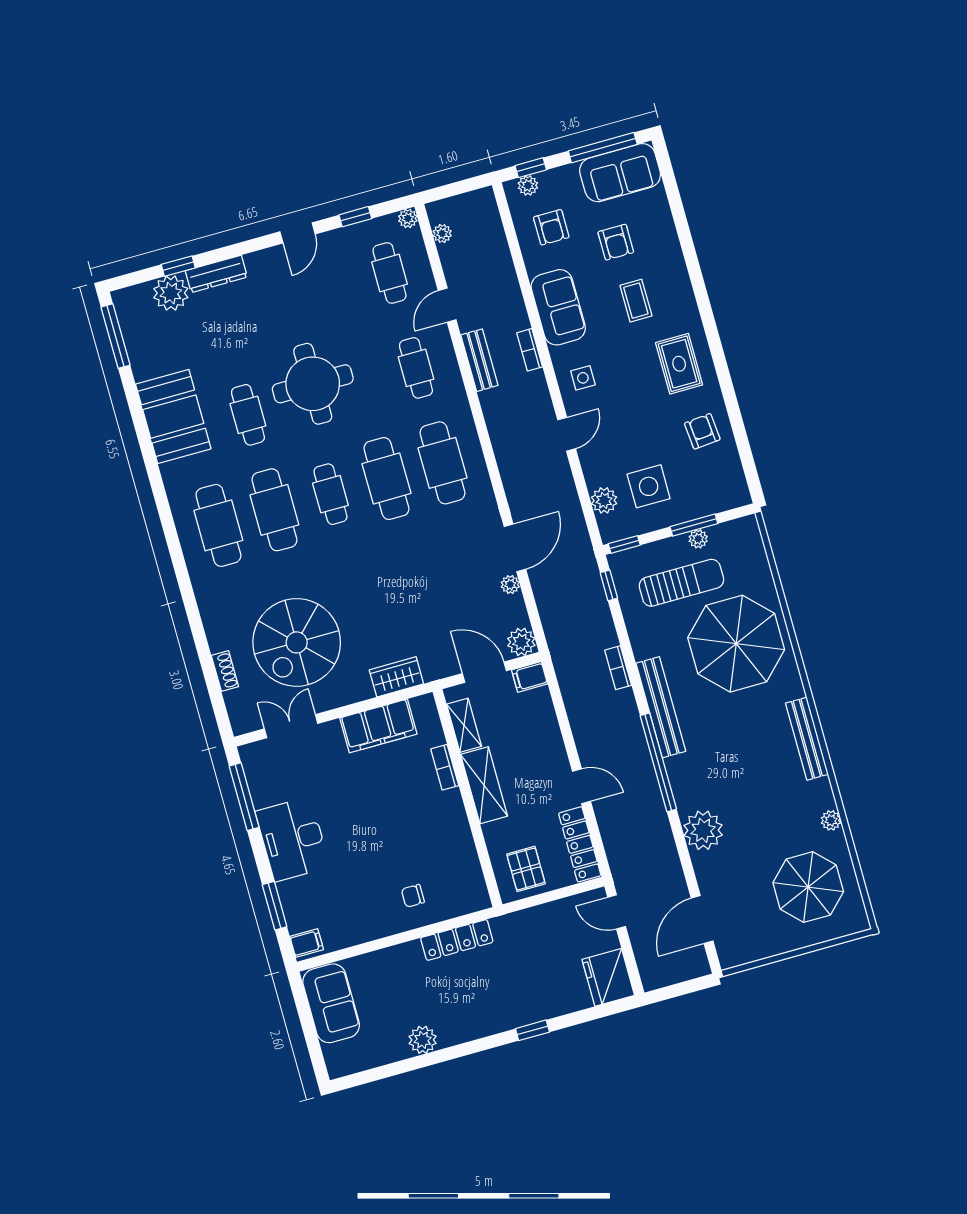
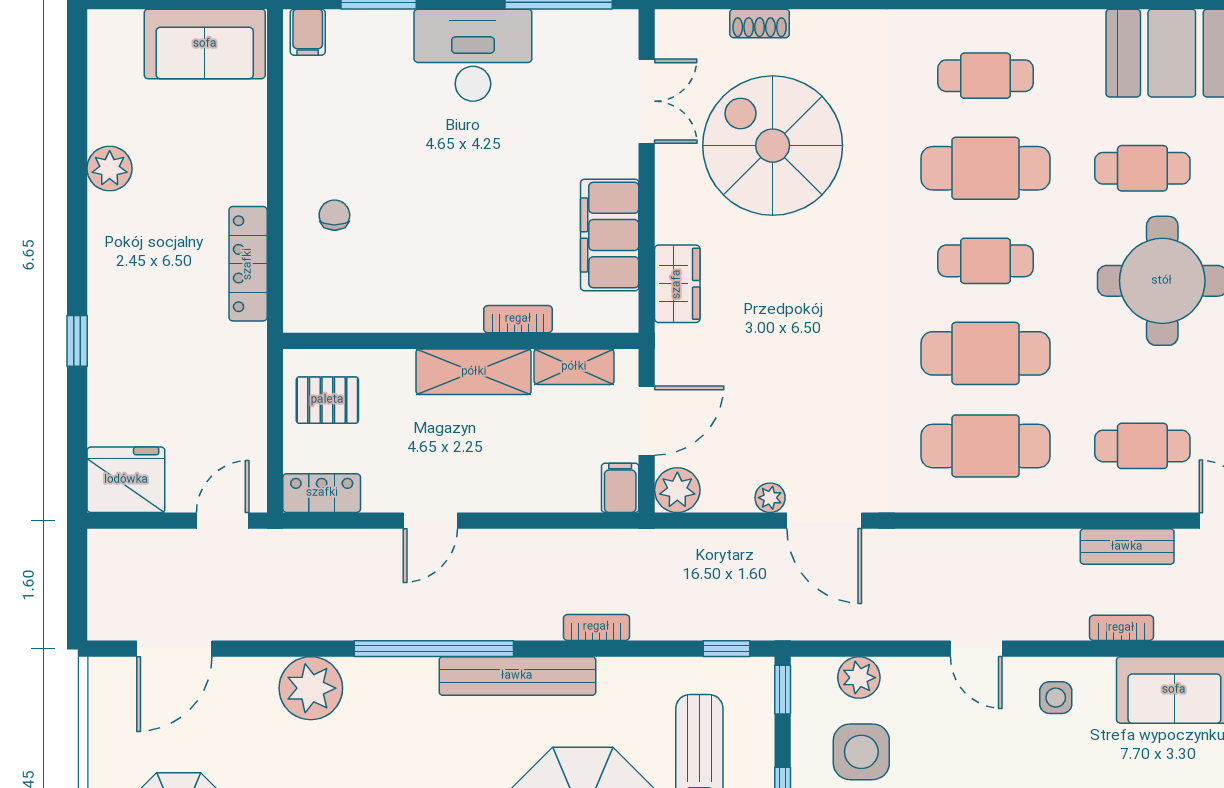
cafe table: (218, 525) -> (986, 76), width x0.73, depth x0.74
locker: (580, 844) -> (322, 493), width x0.66
door: (702, 920) -> (174, 649), swing flipped

